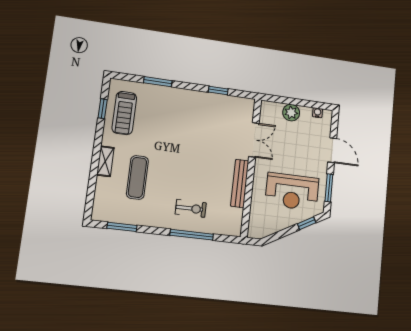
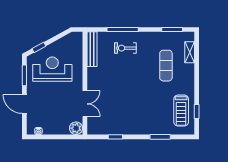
treadmill: (124, 113) -> (181, 111), turned 180
plant: (291, 113) -> (76, 128), moved
double door: (254, 140) -> (85, 104), swing flipped
shelving: (105, 161) -> (190, 52), moved
bench: (240, 183) -> (92, 49), moved

